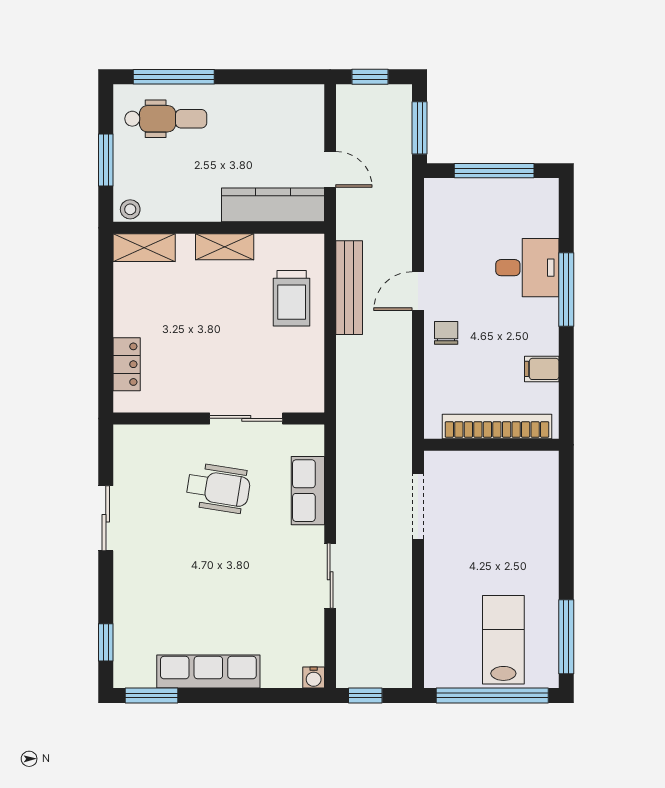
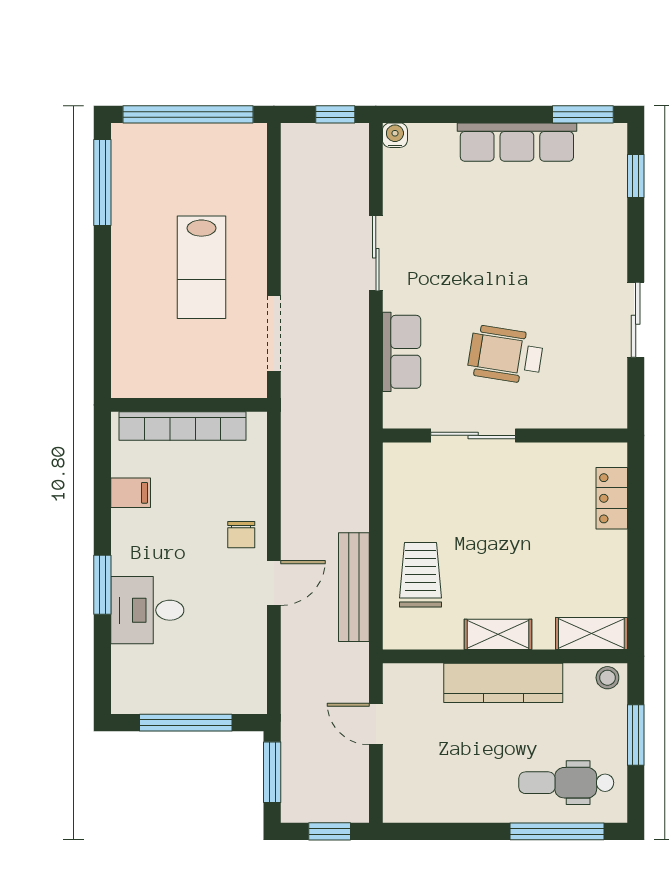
kitchen counter: (273, 205) -> (503, 683), moved
window: (566, 290) -> (102, 585), width x0.69
lab bench: (503, 640) -> (201, 267), moved

